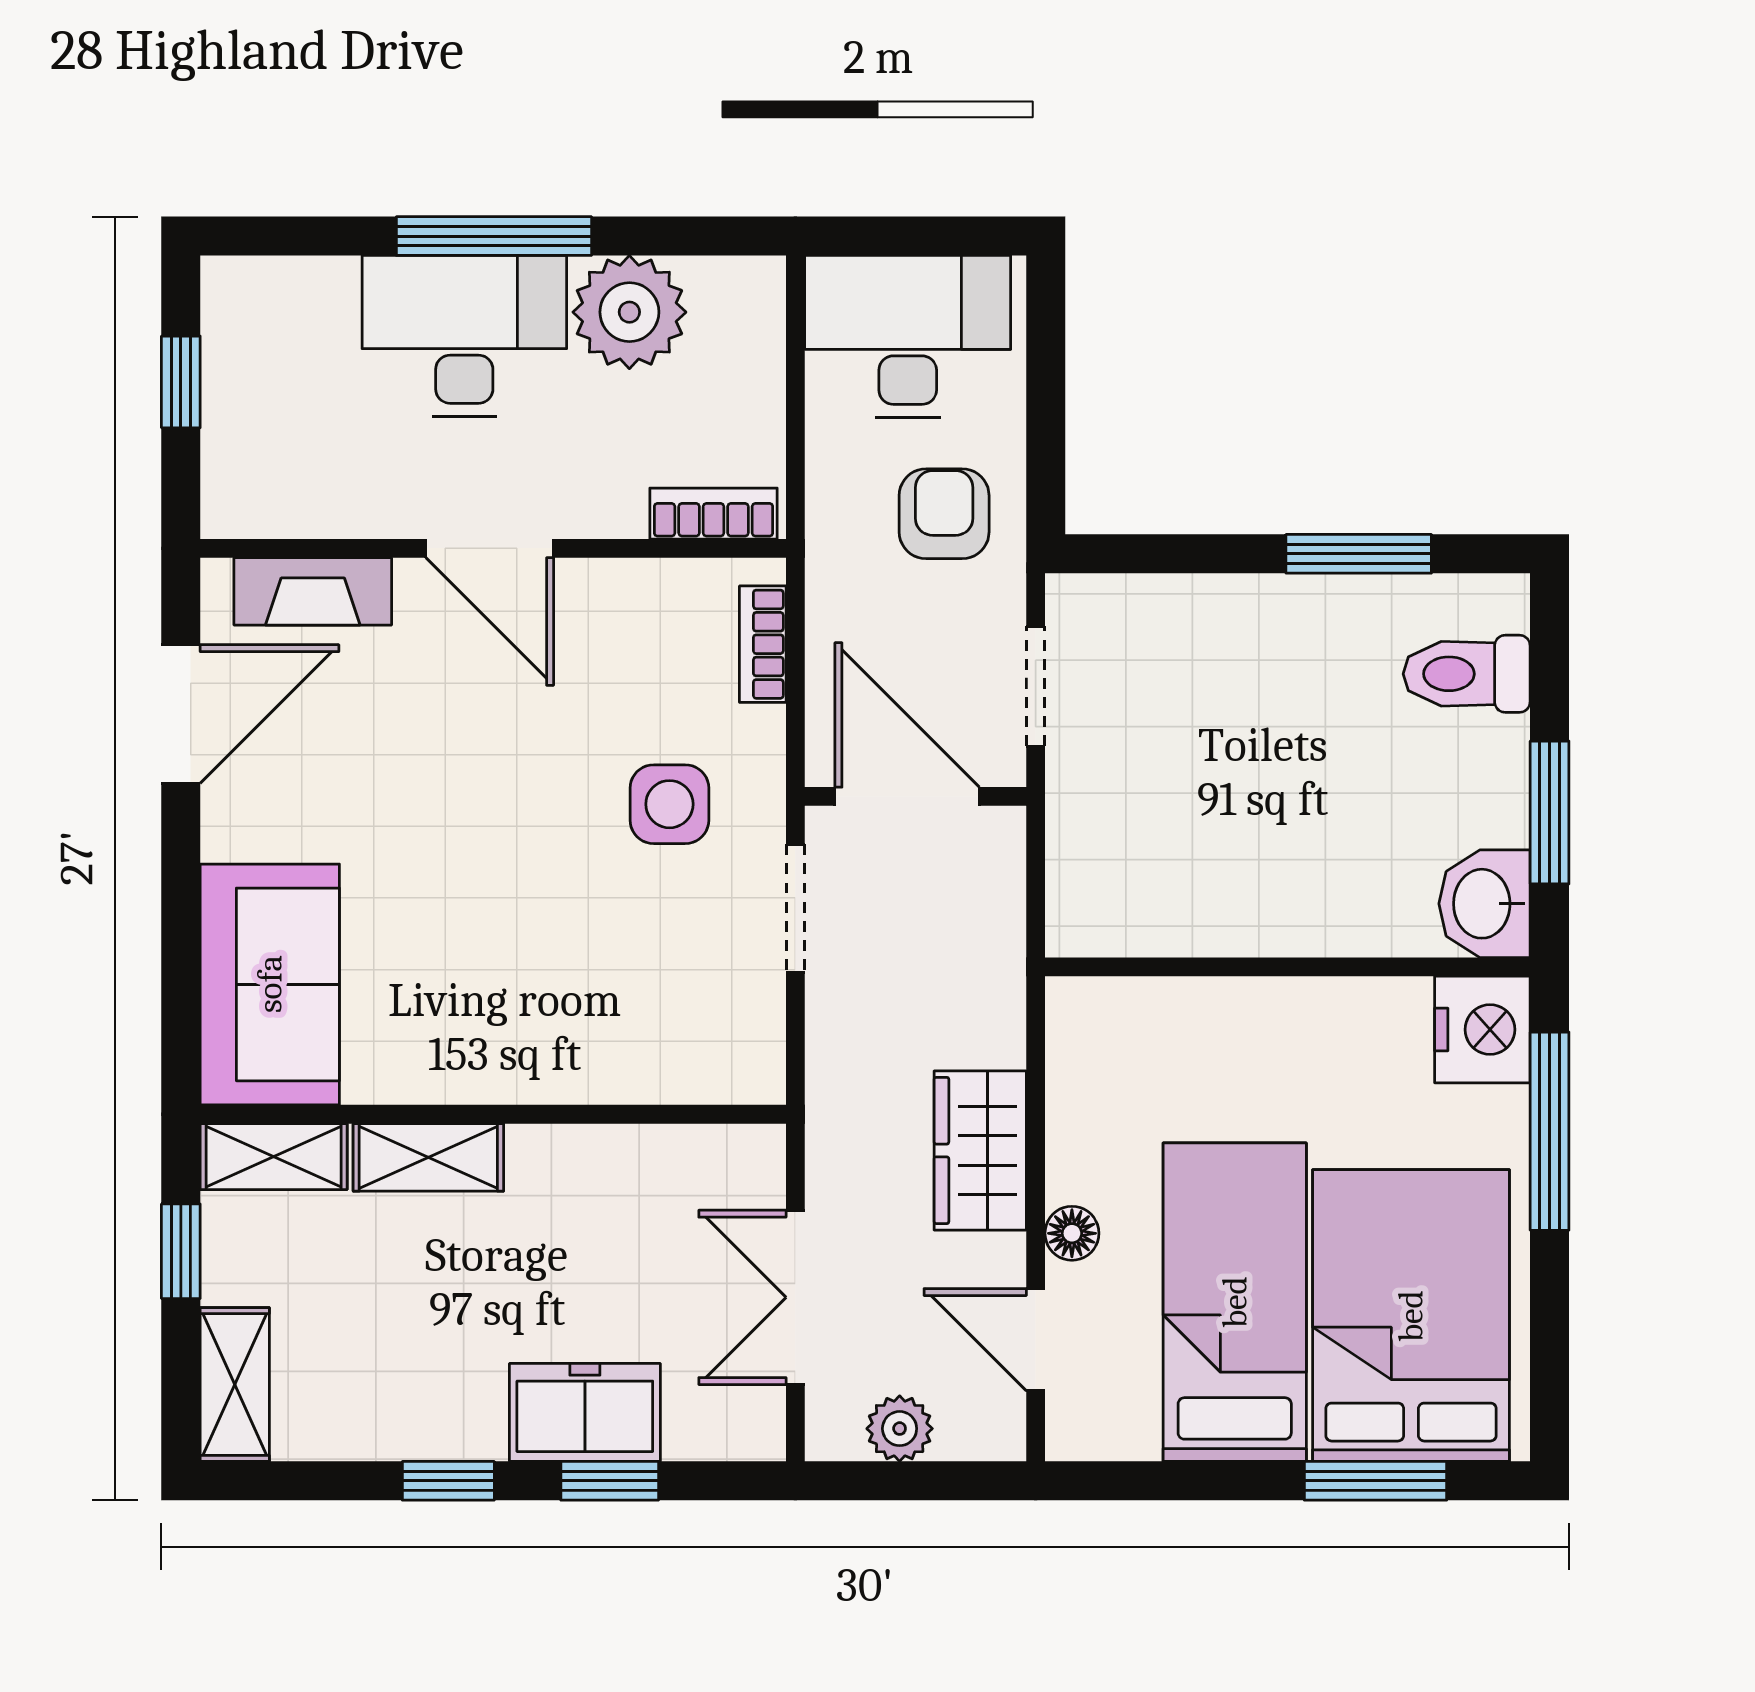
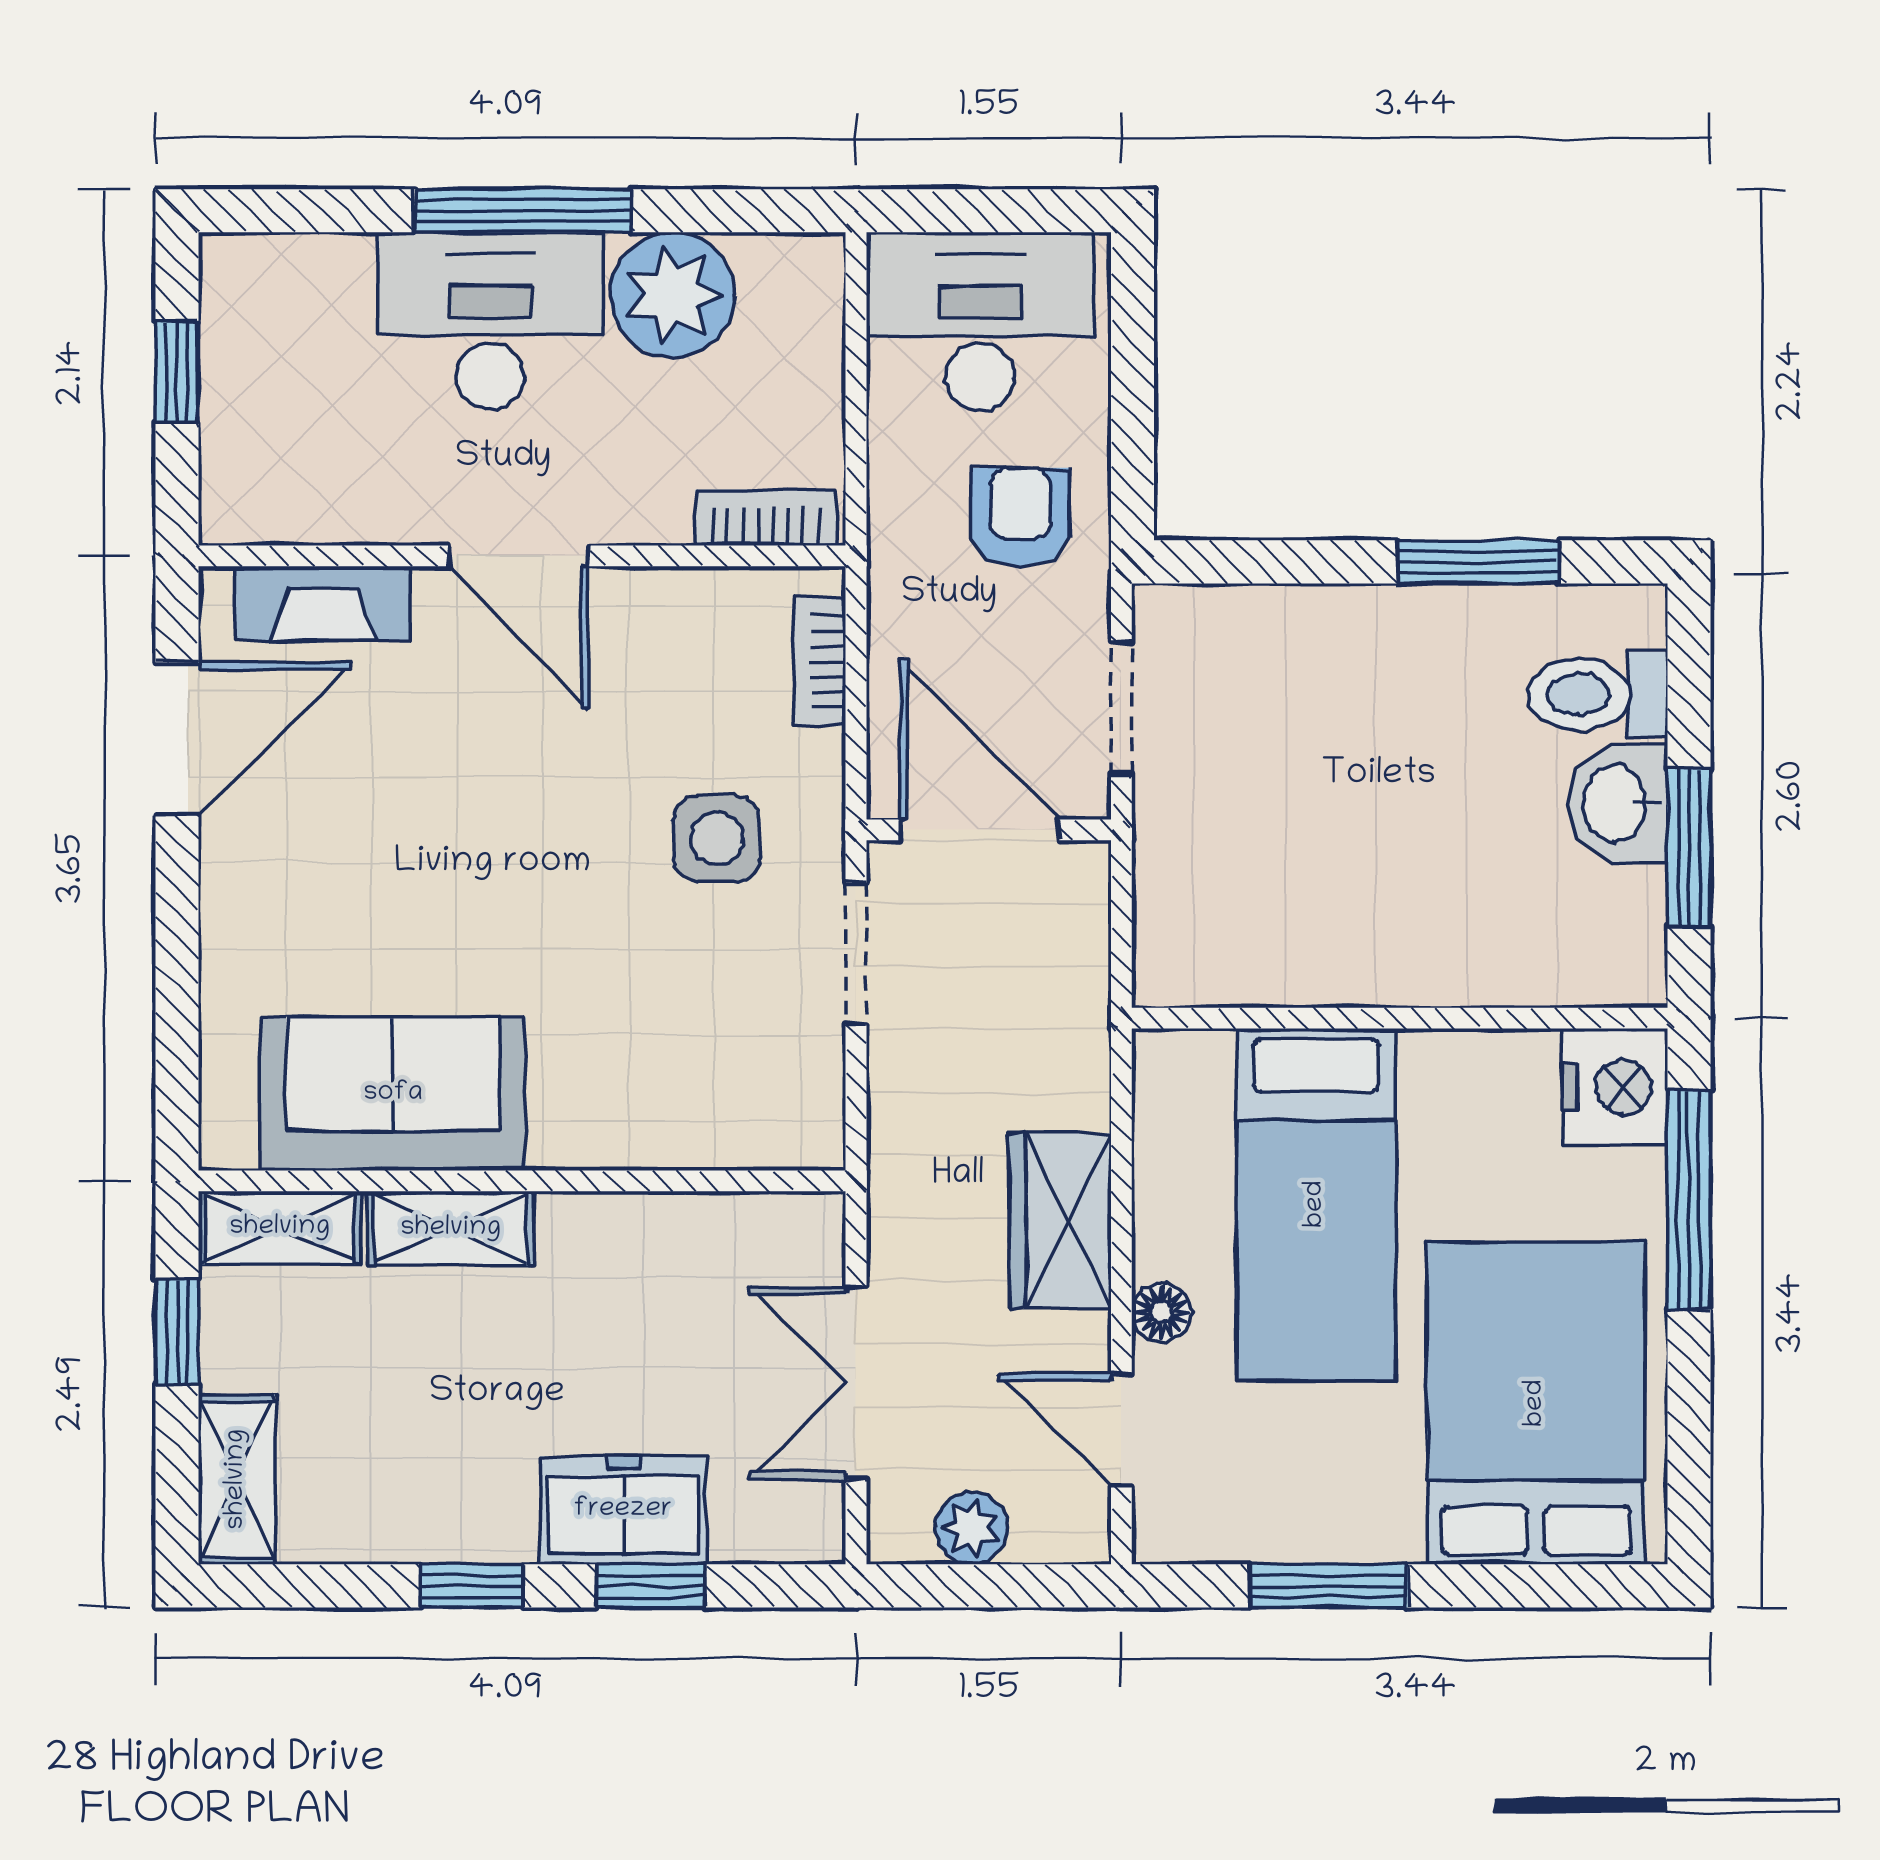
washbasin: (1485, 904) -> (1617, 803), moved
sofa: (270, 984) -> (393, 1094), moved, turned -90
bed: (1235, 1302) -> (1316, 1204), moved, turned 180
window: (1375, 1481) -> (1329, 1586), moved

